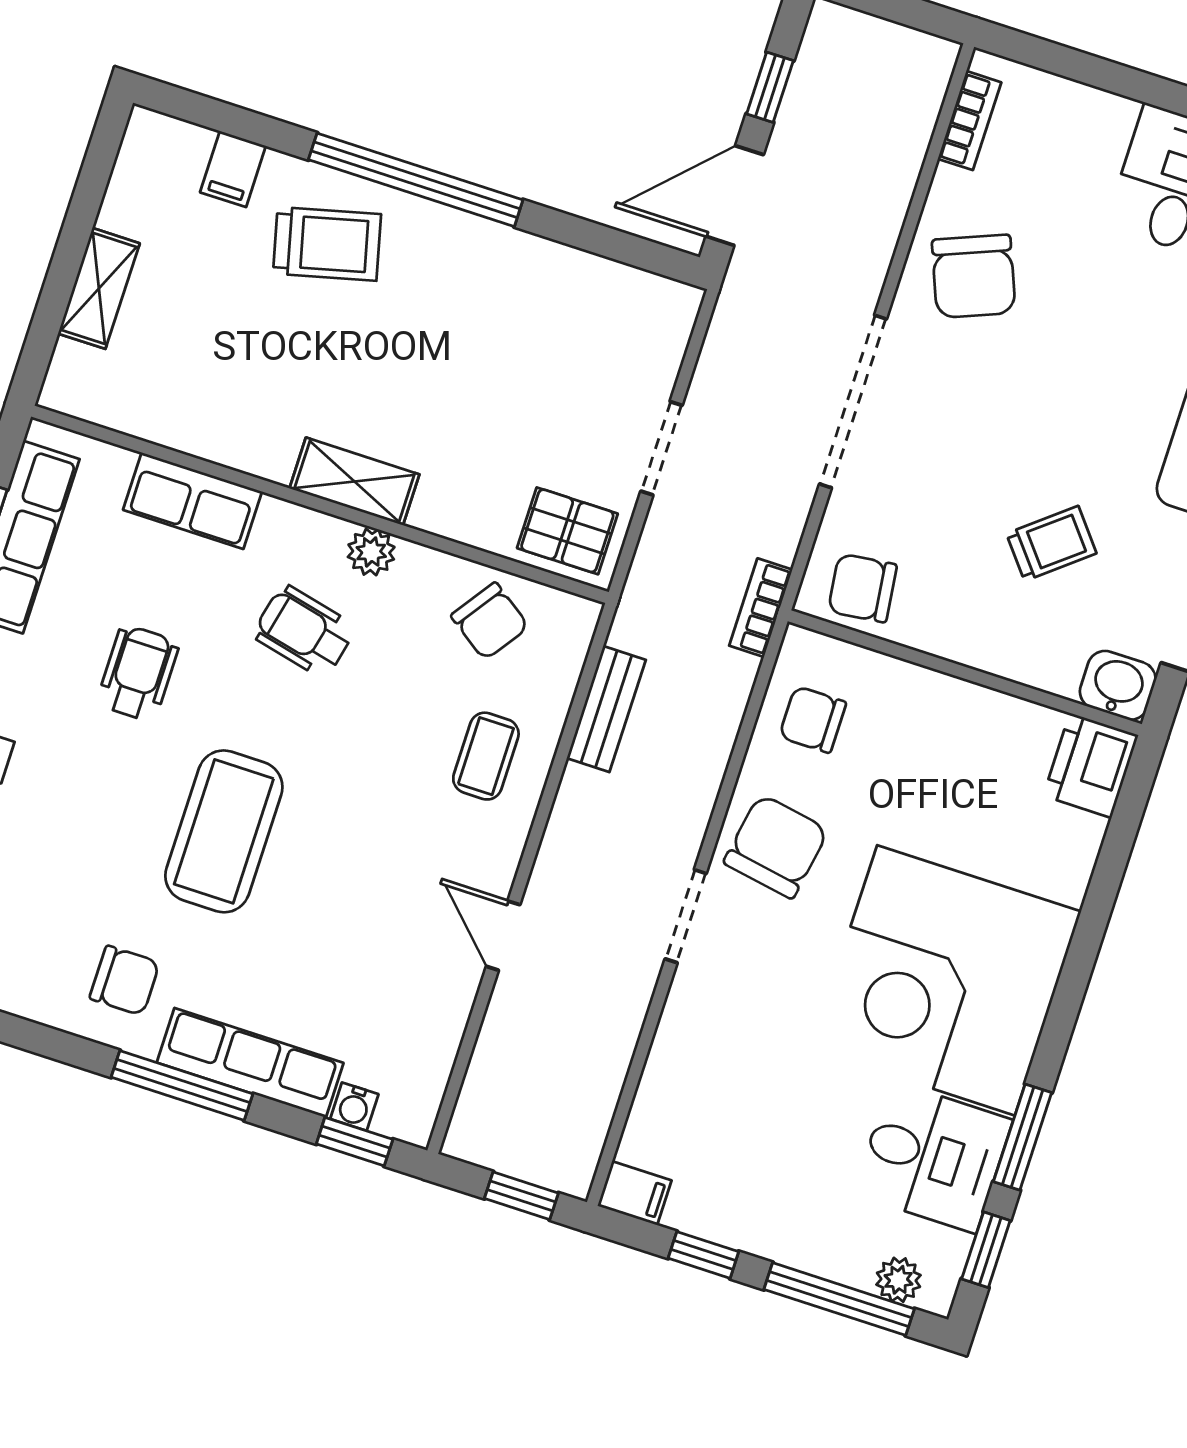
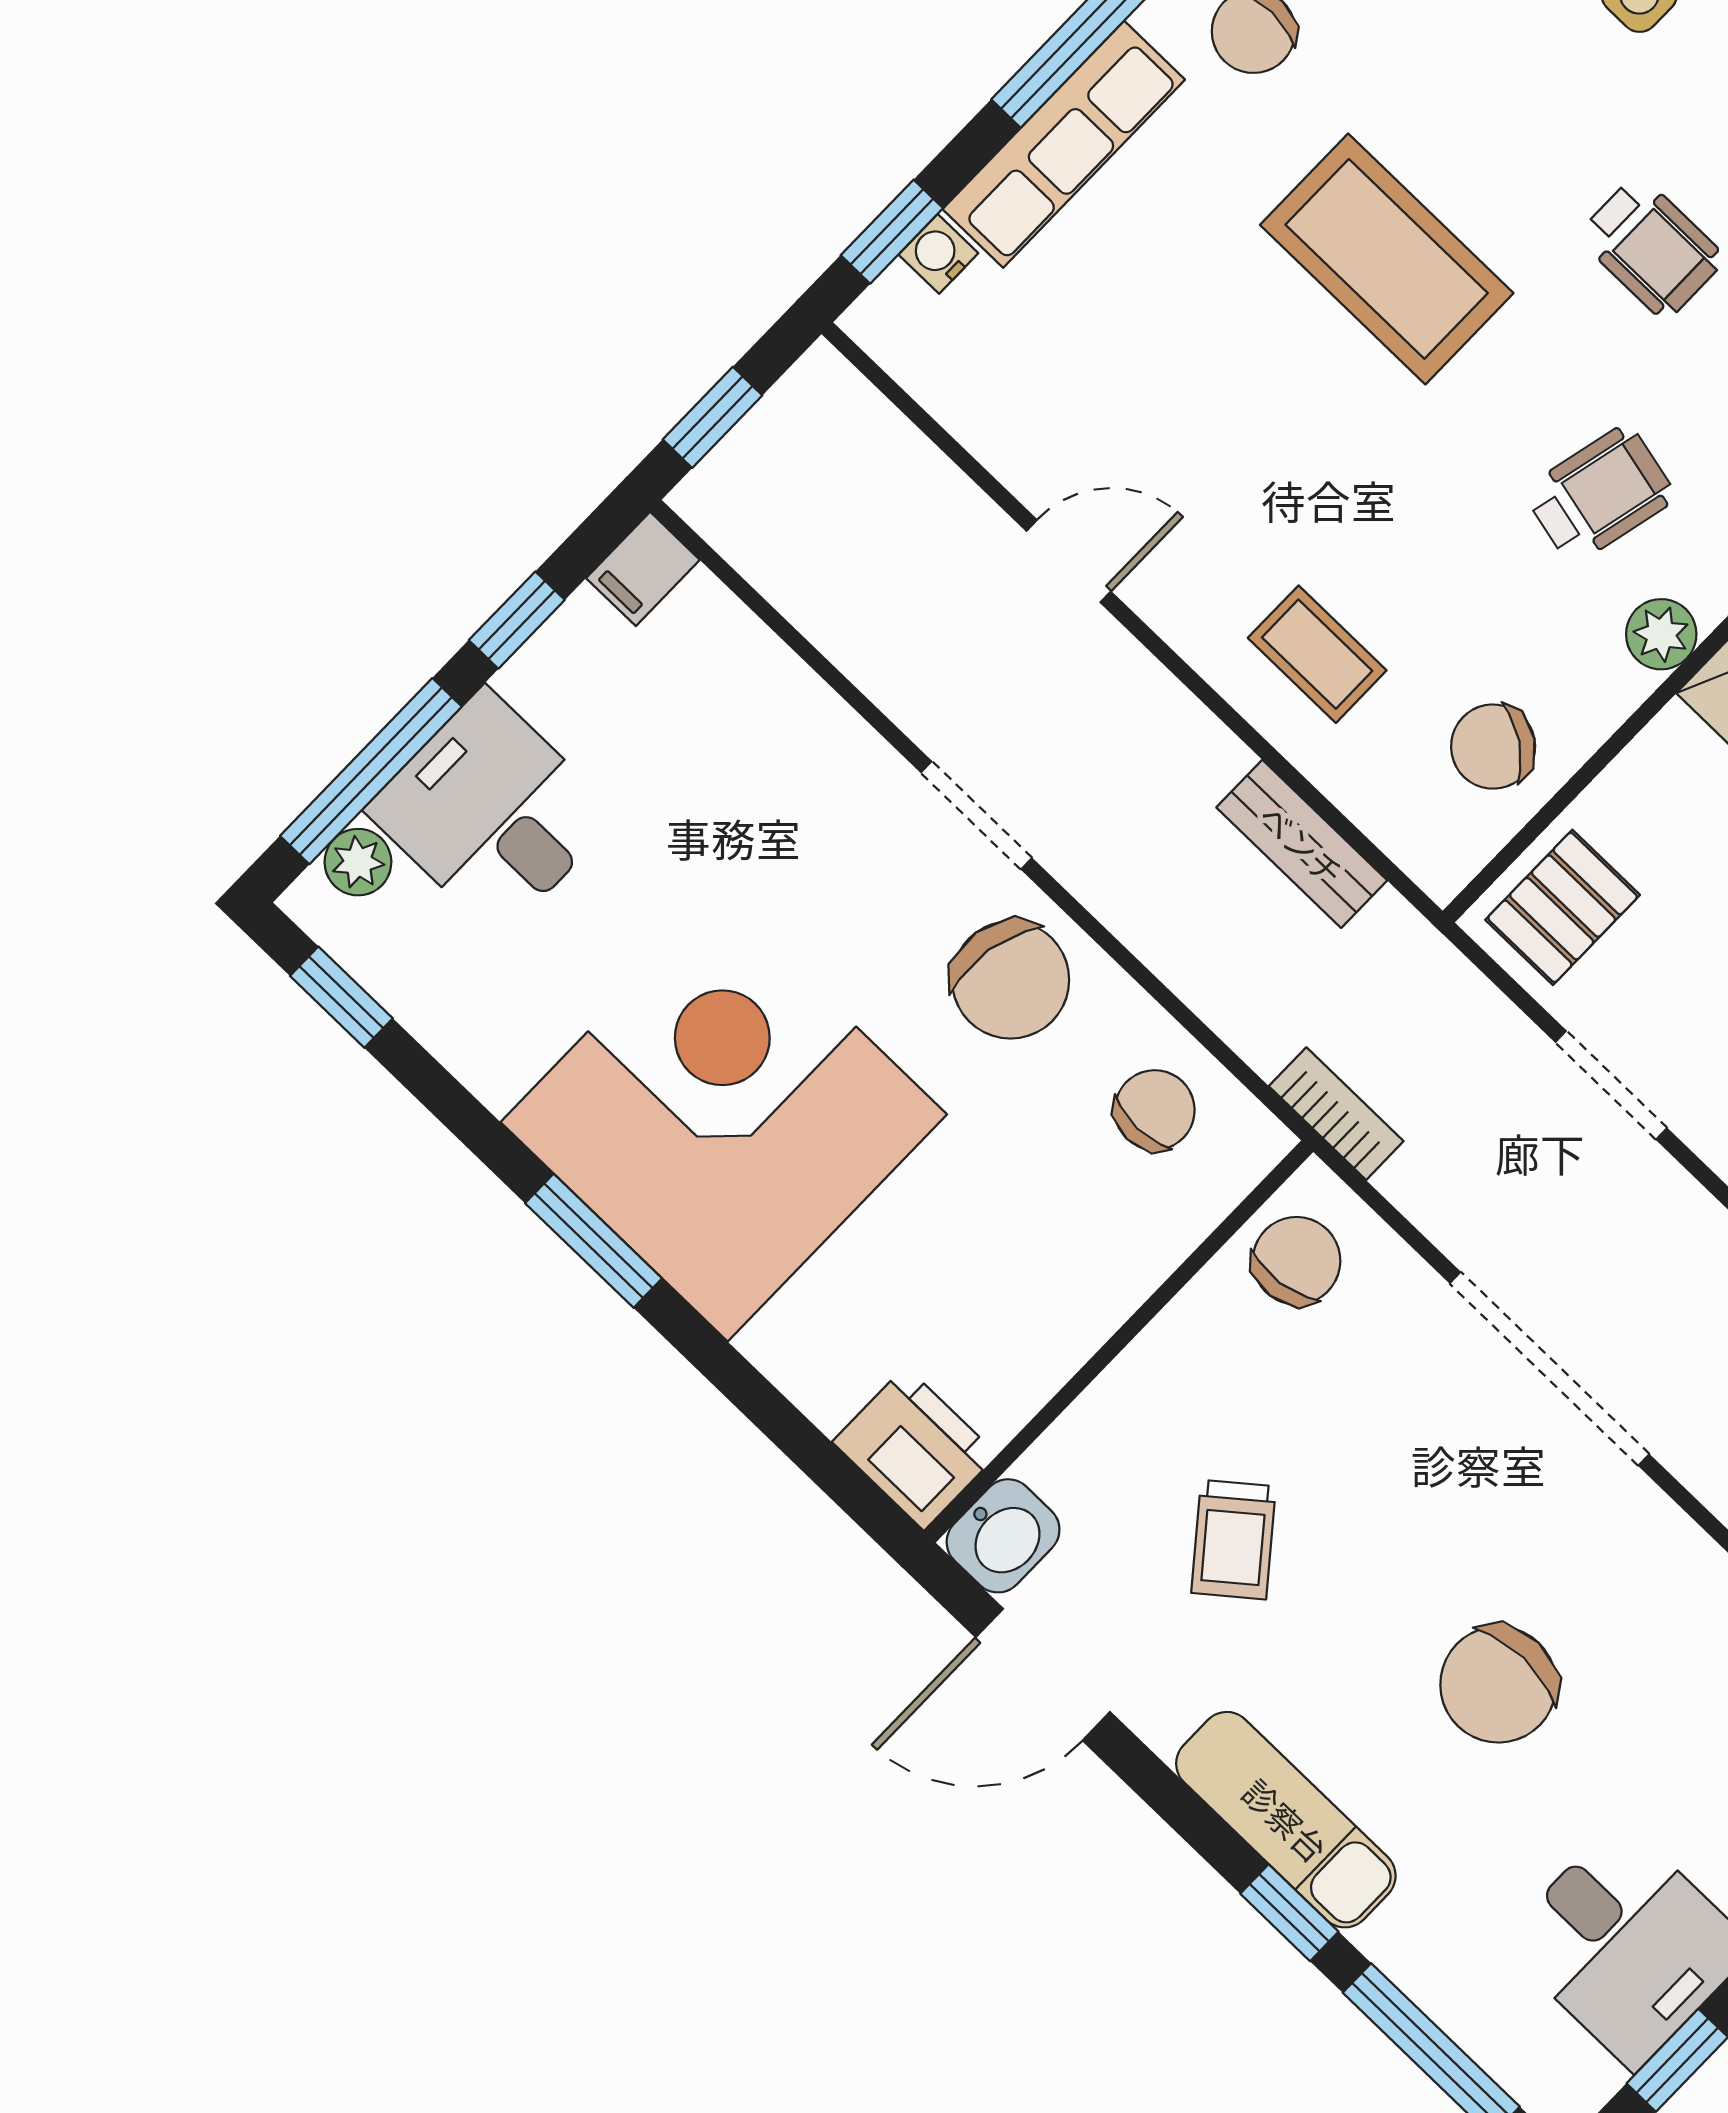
chair: (974, 276) -> (1498, 1685), moved, turned -68
window: (1023, 1137) -> (594, 1241), moved
desk: (933, 1157) -> (492, 813), moved, turned 90

